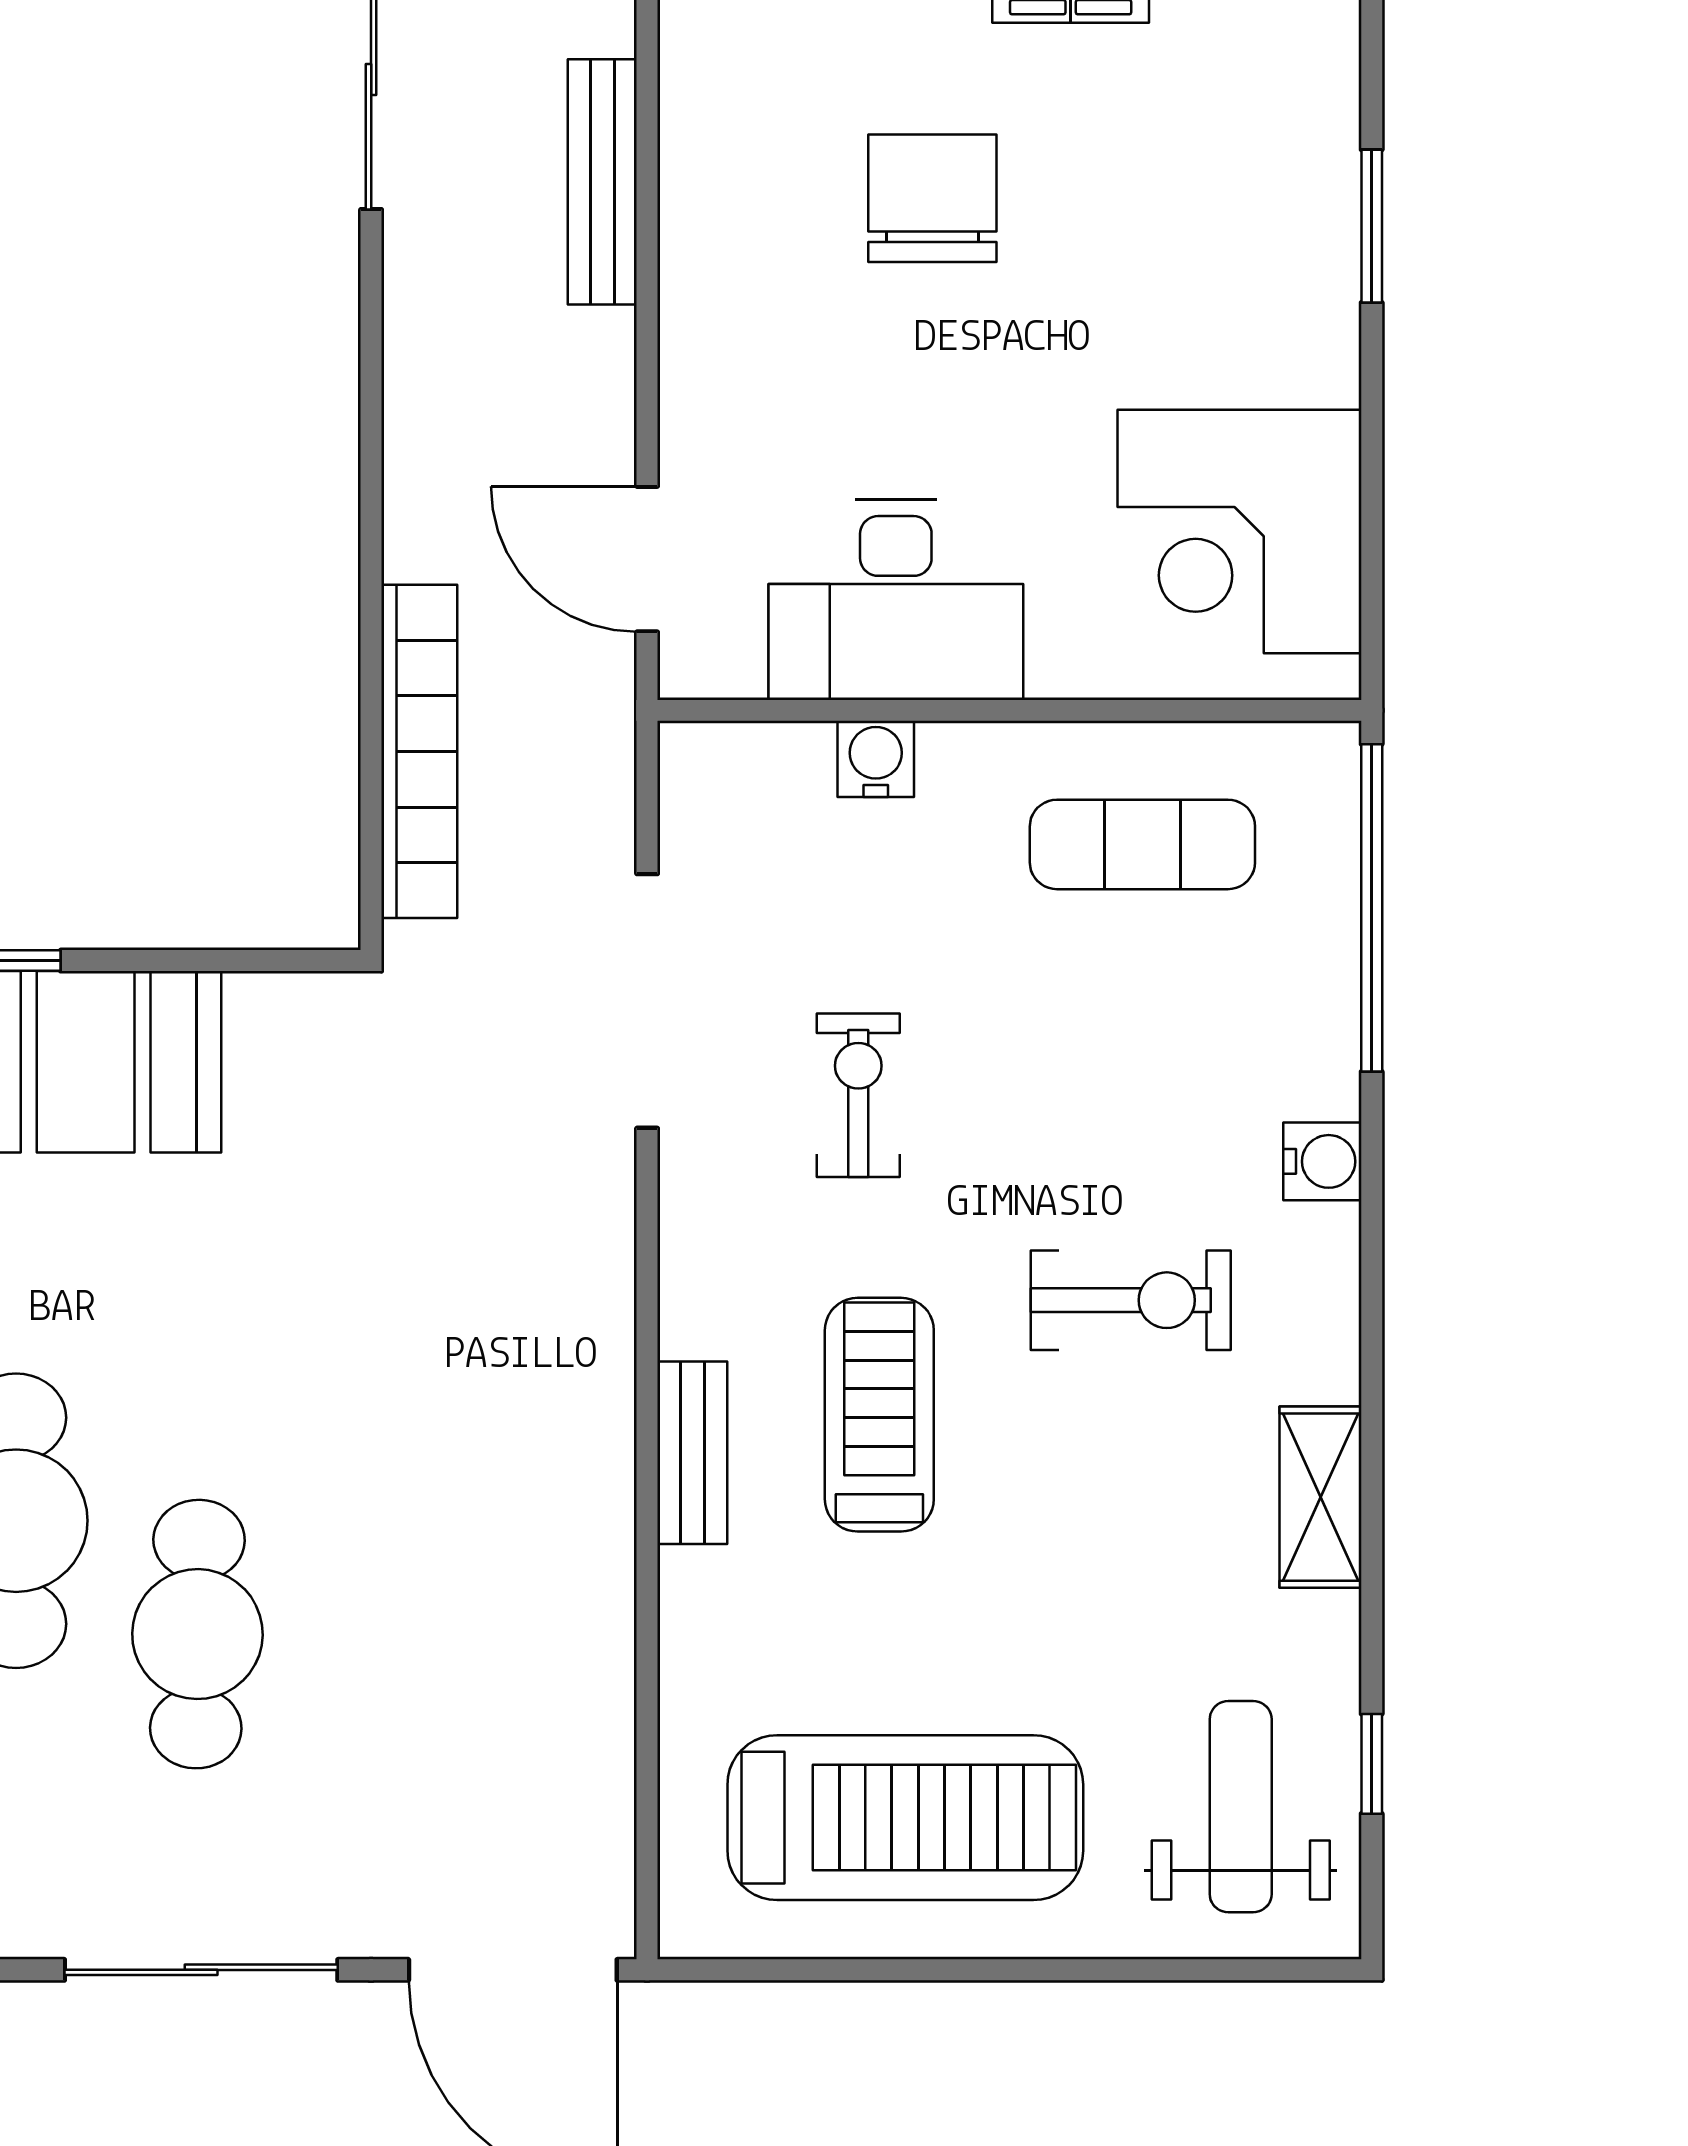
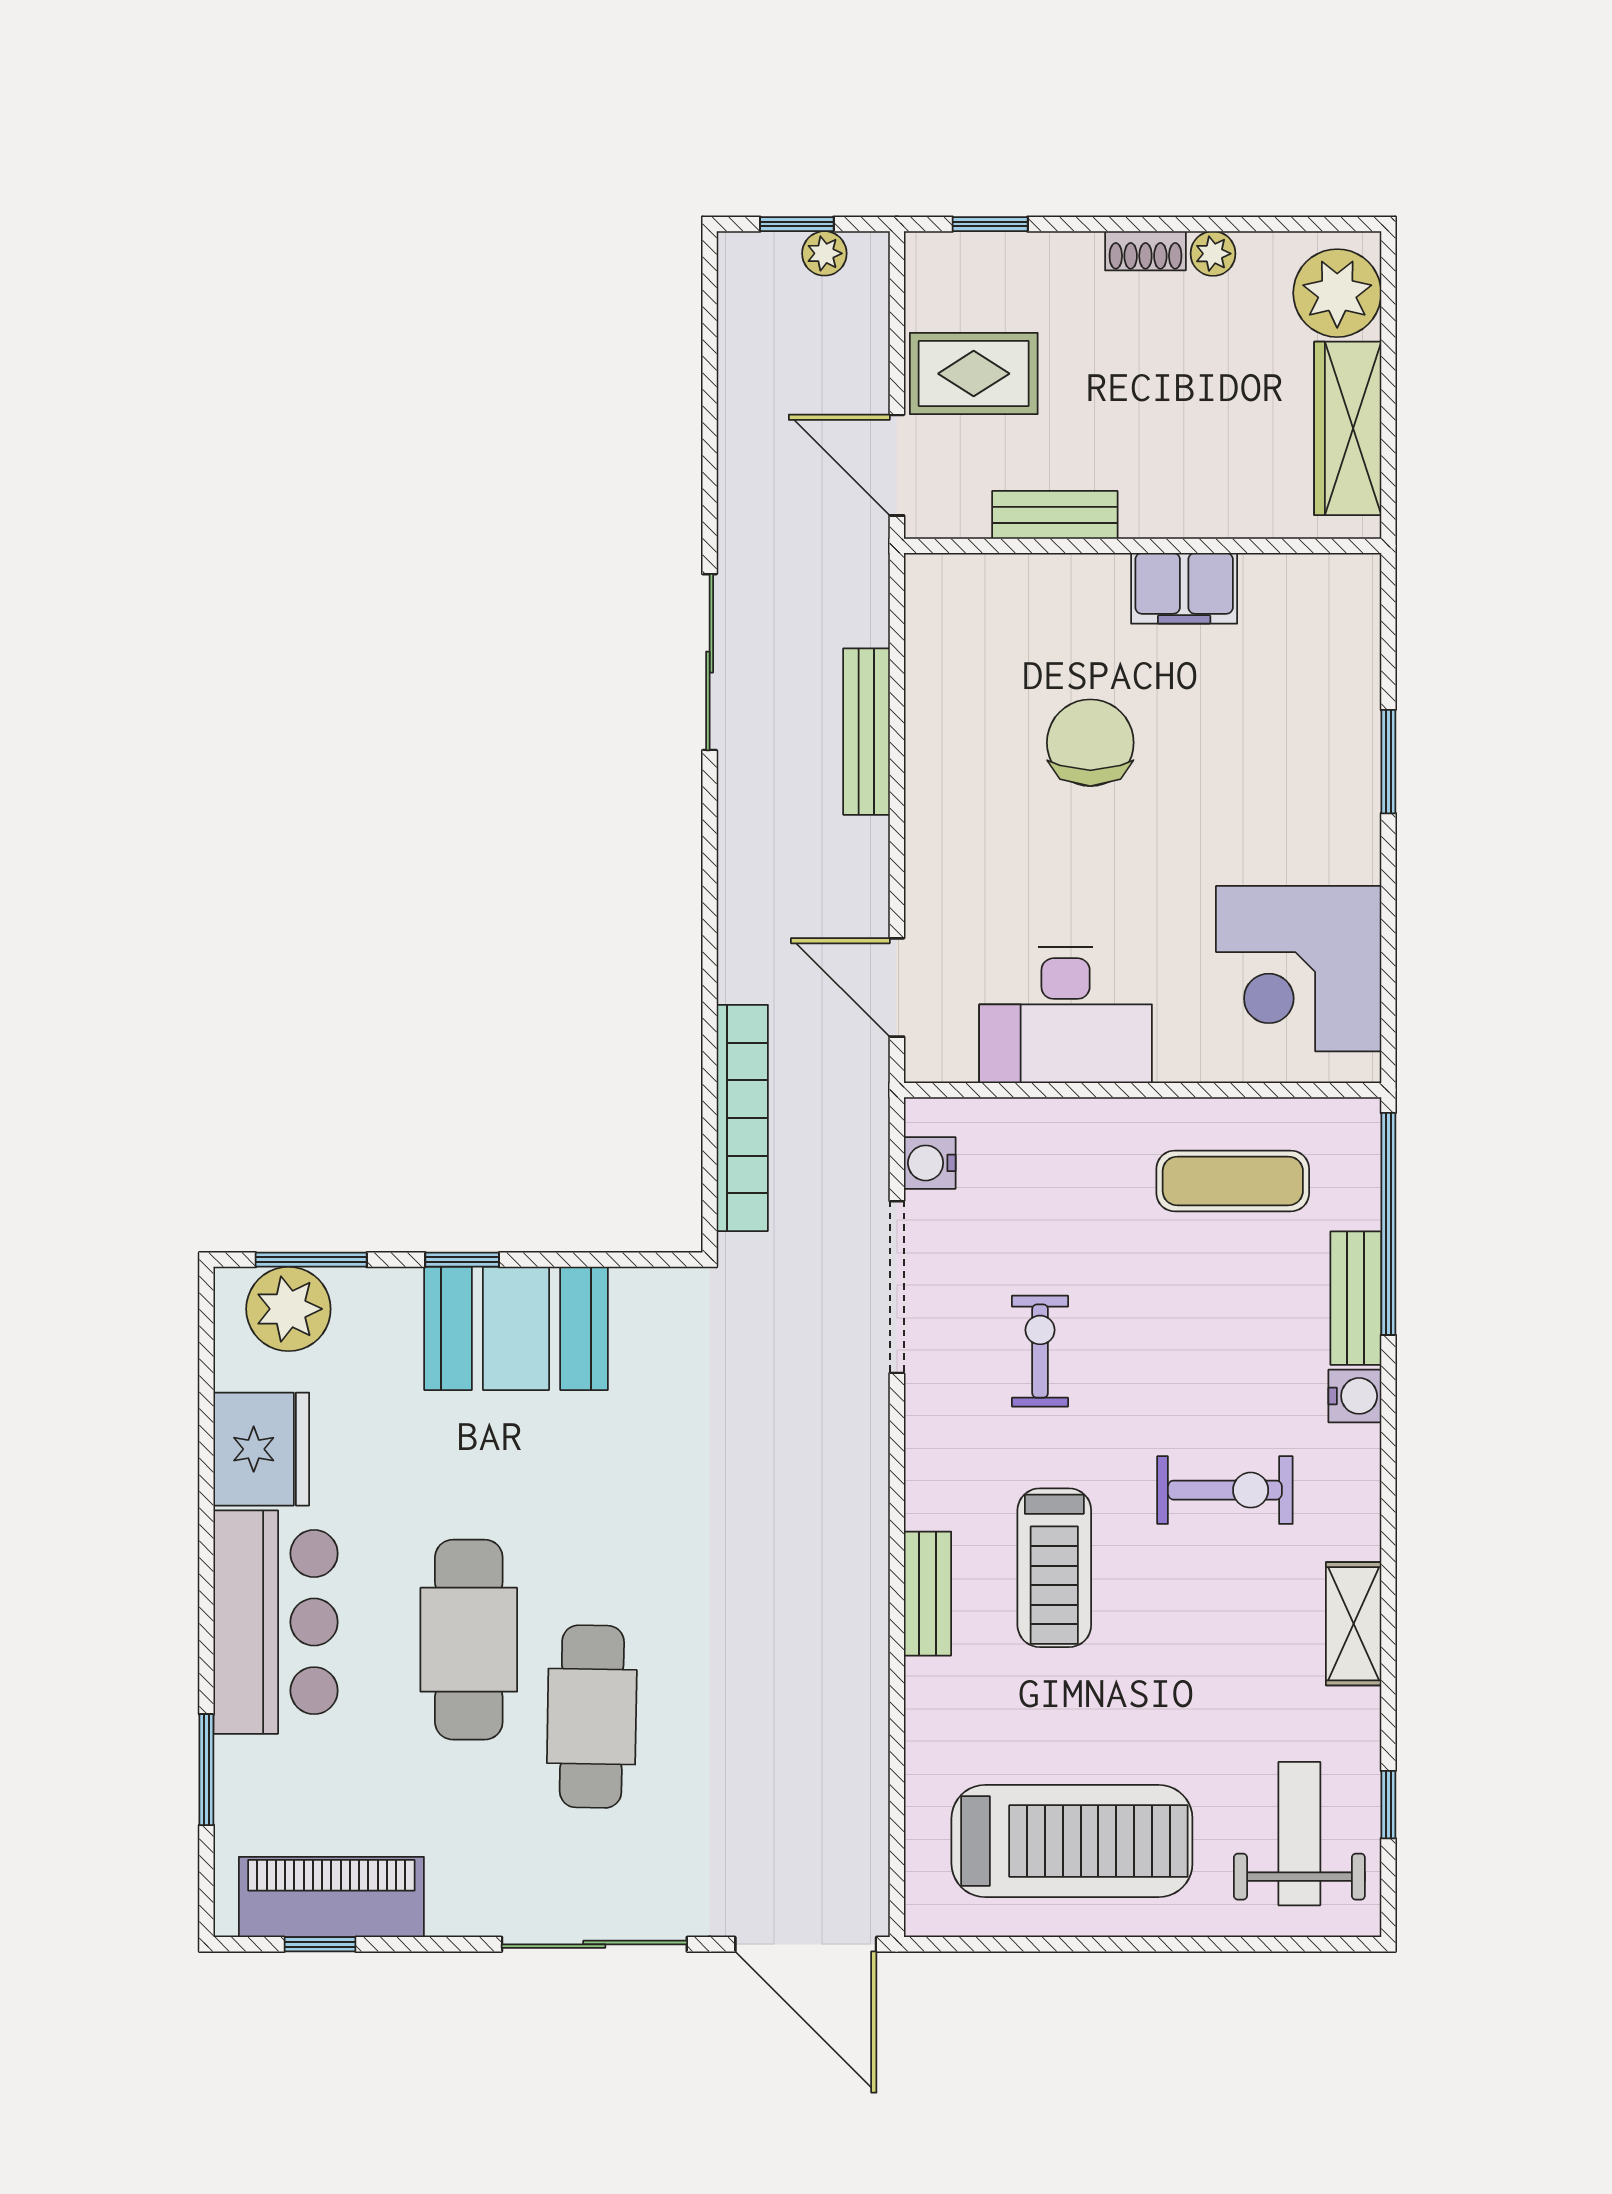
water cooler: (876, 759) -> (930, 1163), moved, turned -90
bench: (1324, 1017) -> (1356, 1298), added
treadmill: (879, 1415) -> (1054, 1568), turned 180

